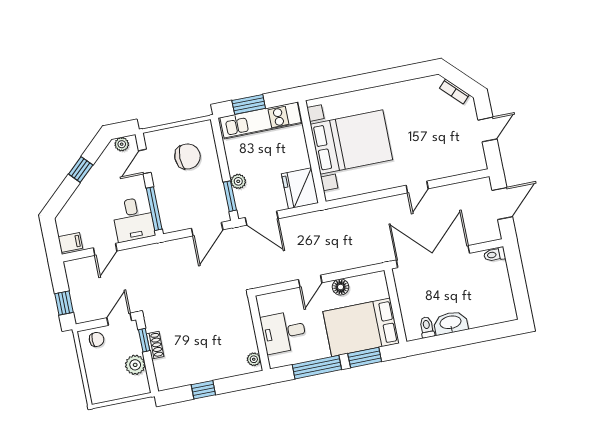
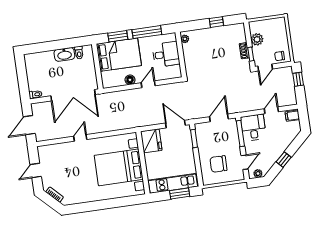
plant: (238, 181) -> (188, 147), removed
door: (207, 229) -> (219, 118), moved

